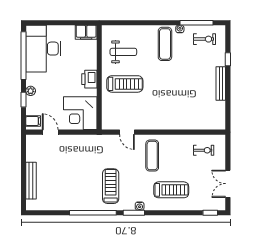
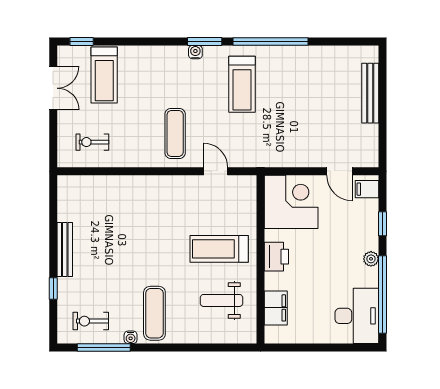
filing cabinet: (86, 32) -> (276, 308), moved, turned 90
desk: (43, 49) -> (357, 316), width x0.73, depth x0.77
plant: (31, 91) -> (371, 259), moved
treadmill: (171, 190) -> (104, 75), moved, turned -90

